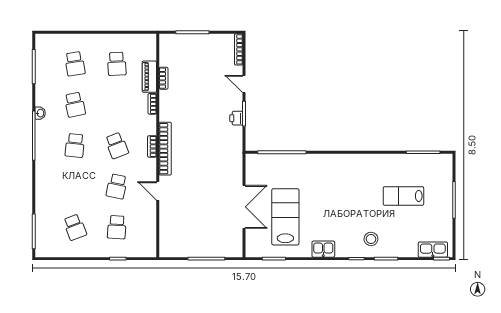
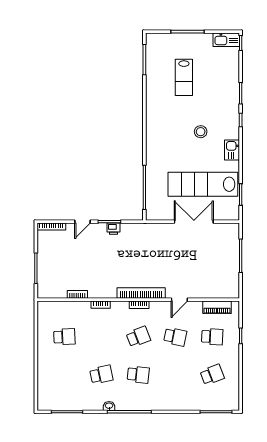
school desk: (75, 64) -> (64, 375), removed
piano: (149, 77) -> (217, 307), moved
lab bench: (285, 217) -> (203, 184), width x1.36
stool: (371, 239) -> (201, 132), moved
kitchen sink: (433, 250) -> (226, 40), moved, turned -90

